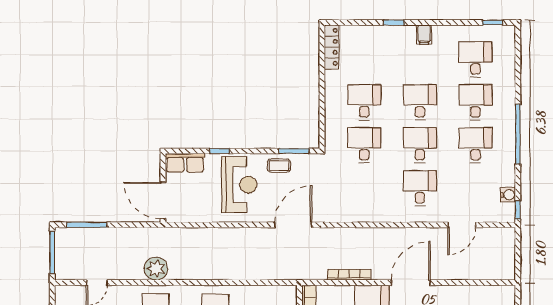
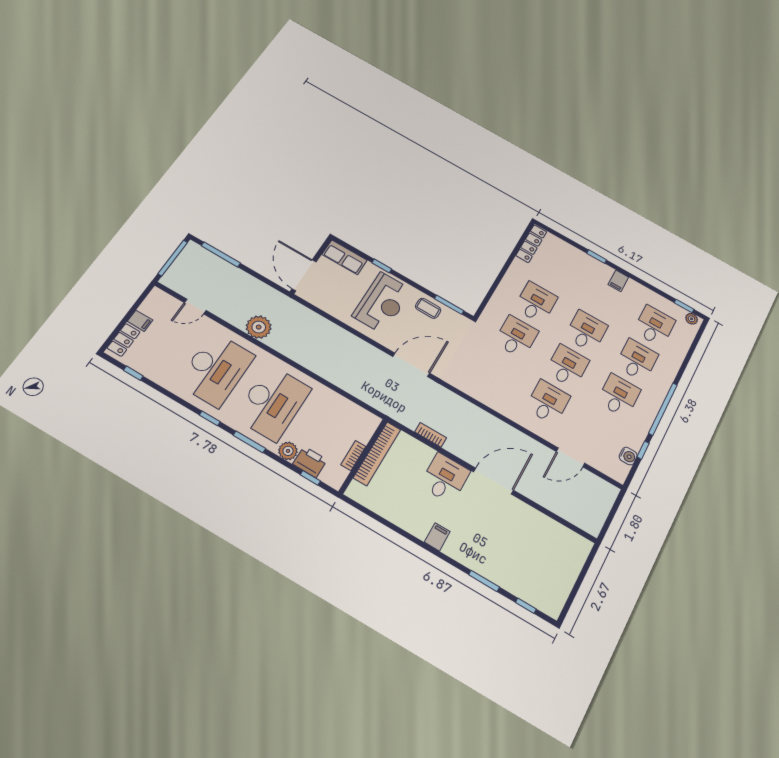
plant: (505, 31) -> (692, 319), added
window: (518, 210) -> (643, 450), moved
bookcase: (349, 275) -> (431, 435), width x0.64

